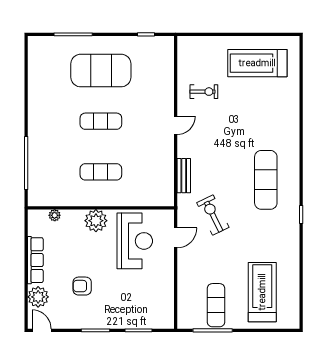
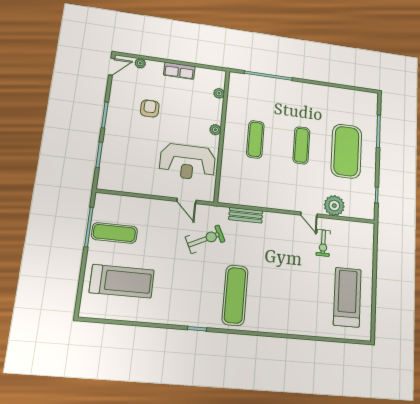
plant: (163, 81) -> (334, 206), added
door: (176, 125) -> (309, 215), moved
exercise mat: (266, 180) -> (235, 295), turned 90
plant: (96, 221) -> (215, 130), width x0.53, depth x0.53
row of seats: (35, 260) -> (179, 71), width x0.68
plant: (38, 297) -> (140, 63), width x0.53, depth x0.53

